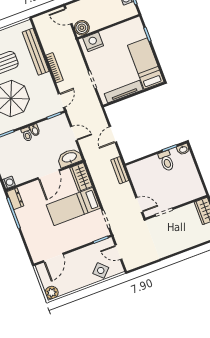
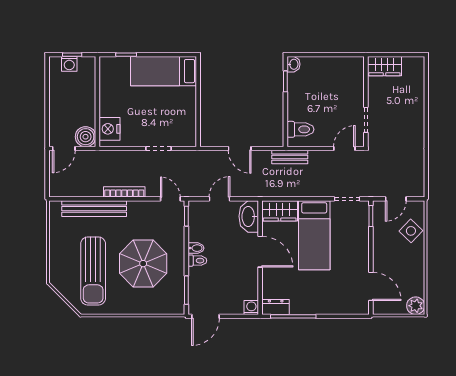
tv unit: (124, 92) -> (189, 113), removed
toilet: (166, 161) -> (300, 129), moved

